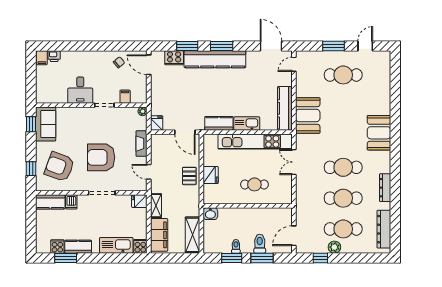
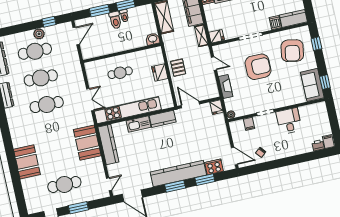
booth: (379, 133) -> (27, 162), moved
armchair: (59, 167) -> (292, 51), turned 80
toilet: (260, 244) -> (115, 20), moved

